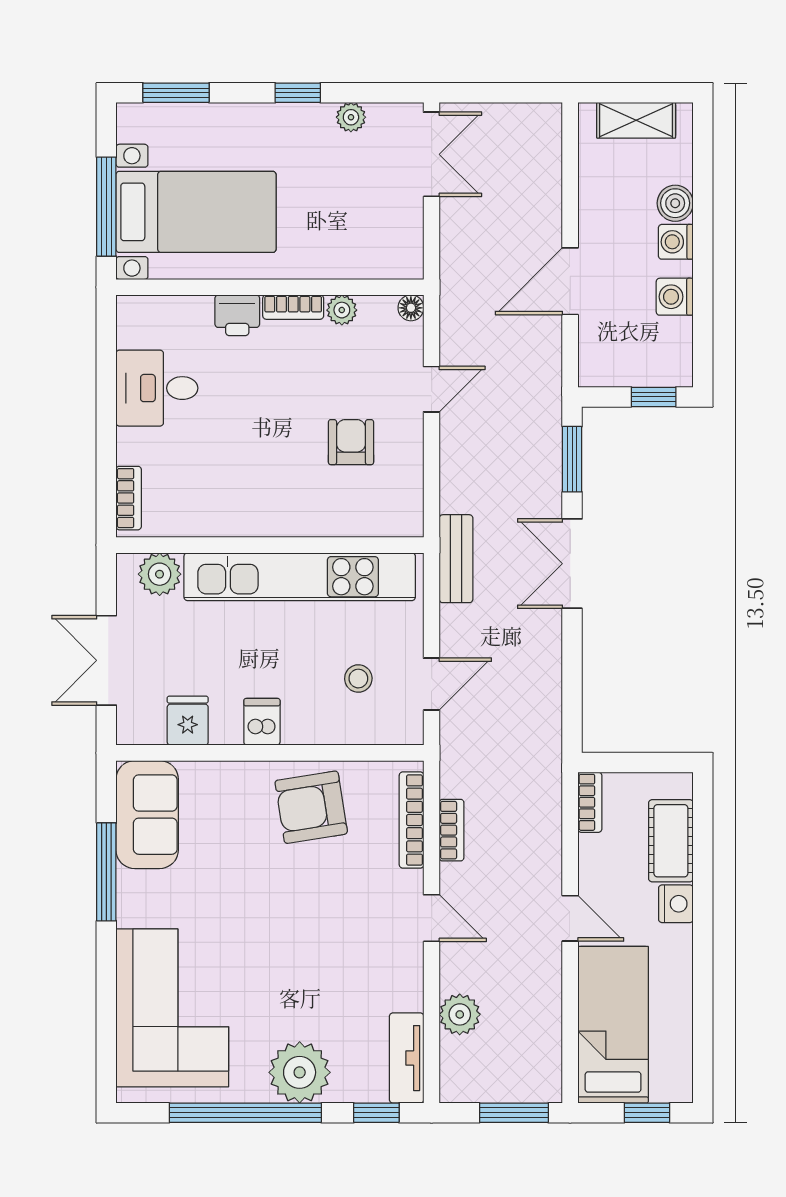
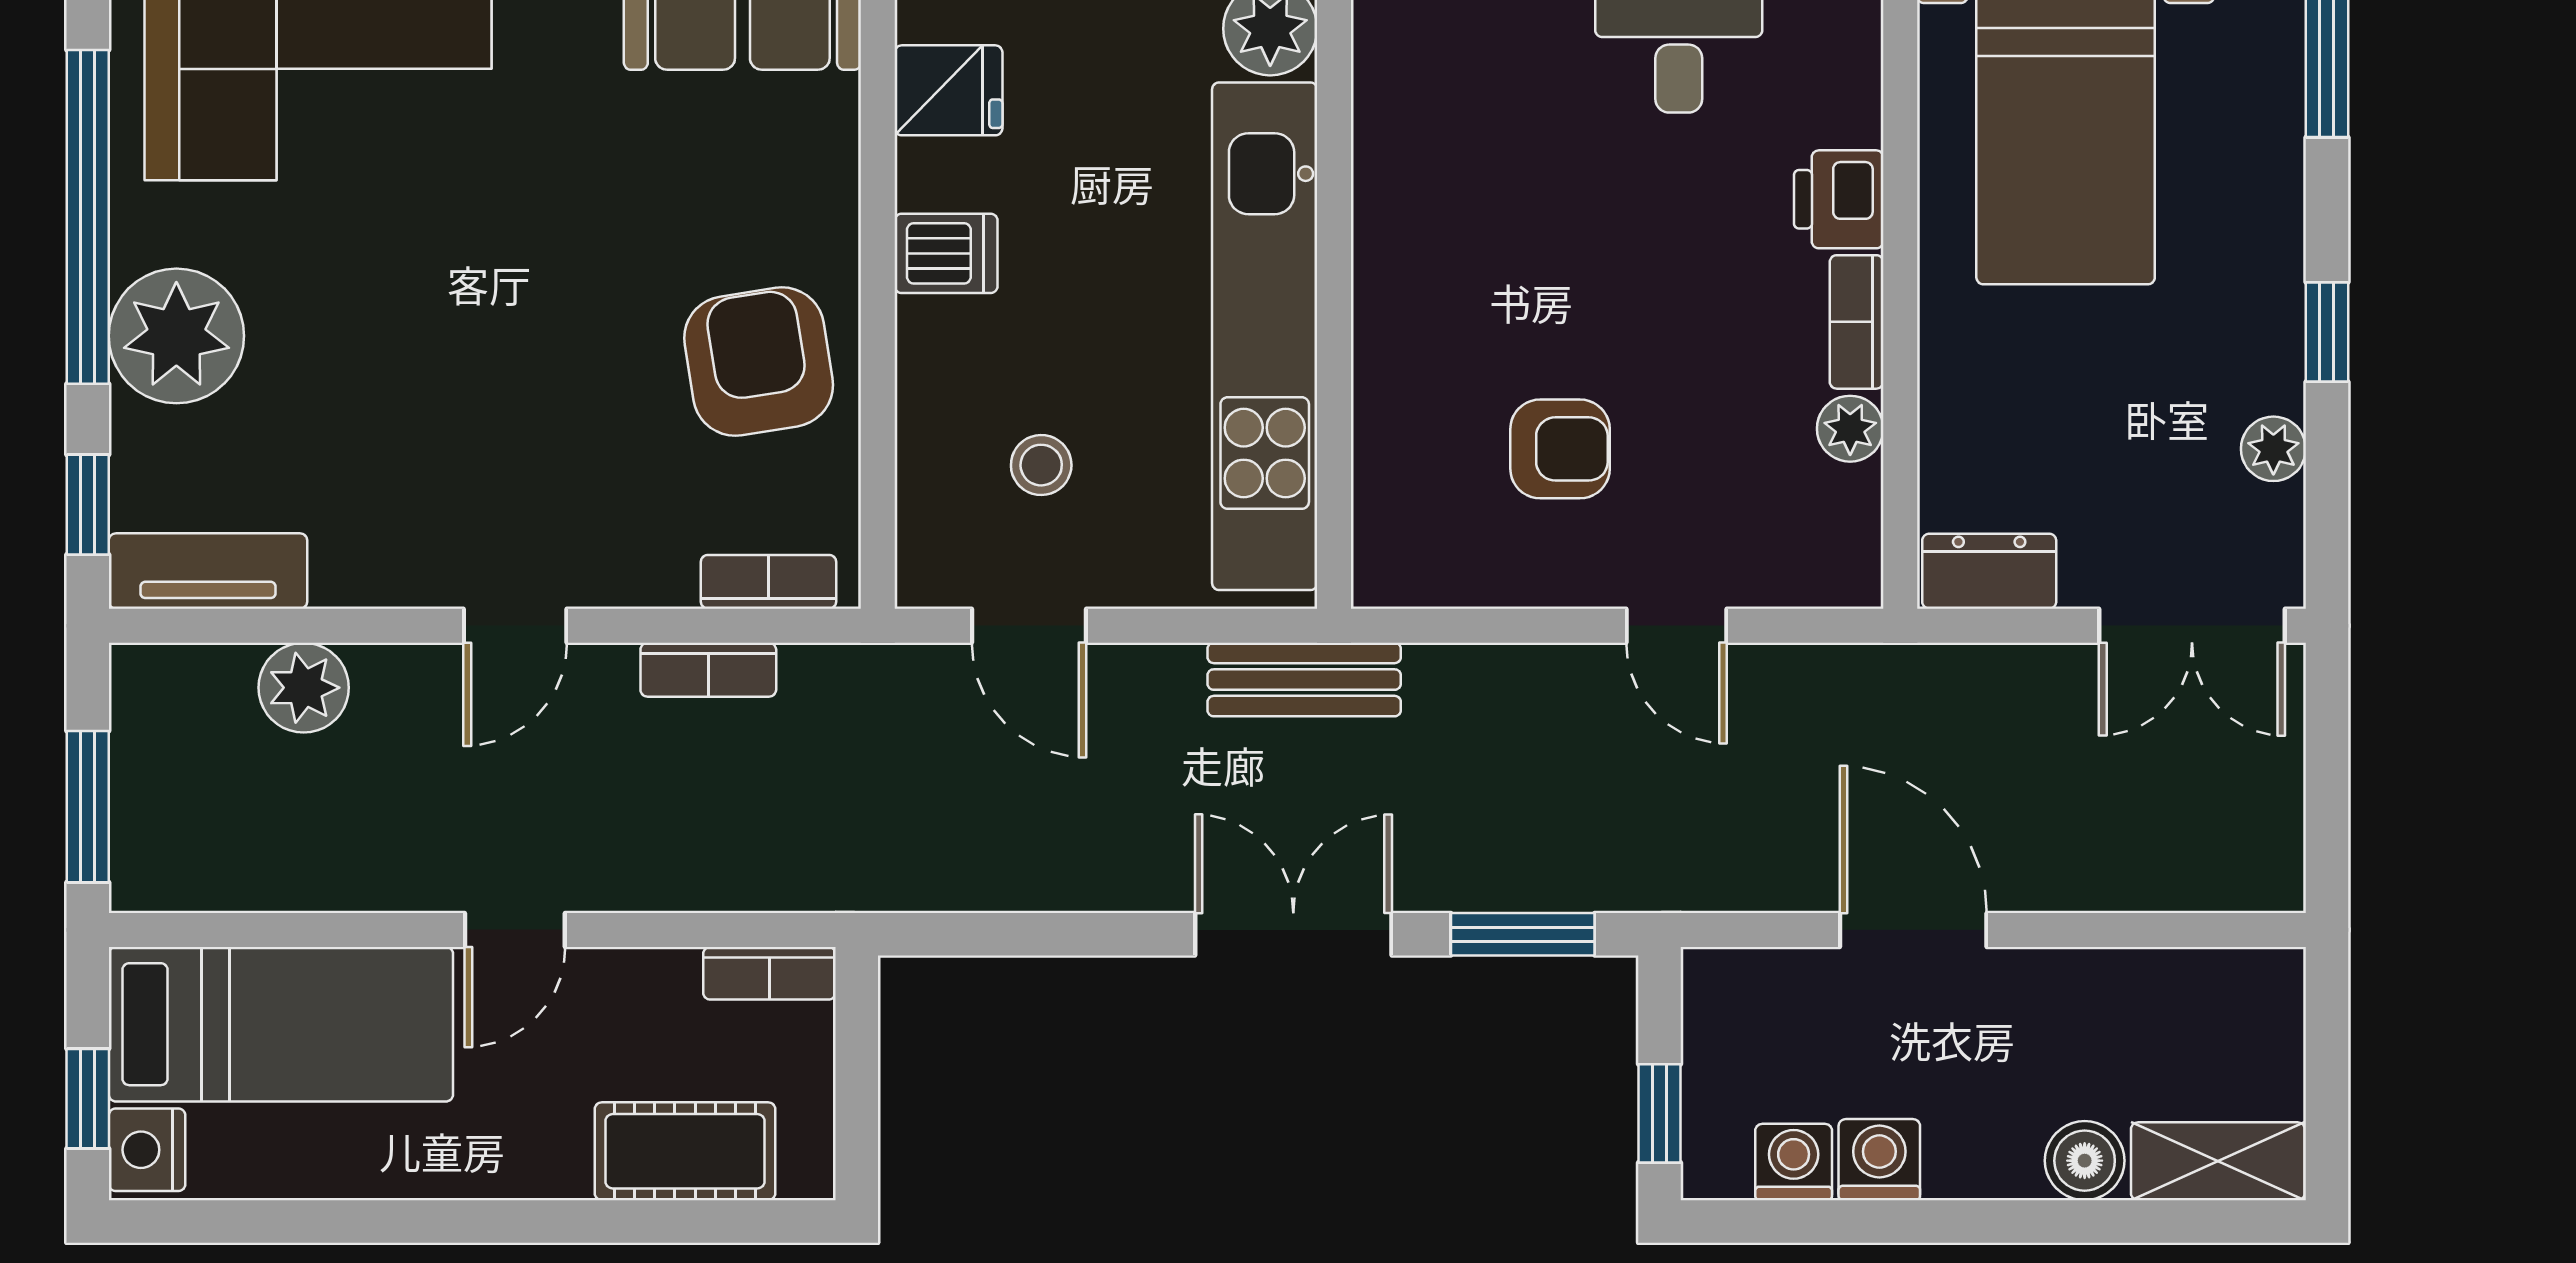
shelving: (636, 120) -> (2218, 1161), moved, turned 90
washing machine: (676, 242) -> (1794, 1162), moved
dresser: (407, 247) -> (1989, 571), added
floor lamp: (411, 308) -> (1855, 580), removed
bookcase: (412, 820) -> (768, 582), width x0.64
nightstand: (676, 904) -> (147, 1150), moved, turned 90

